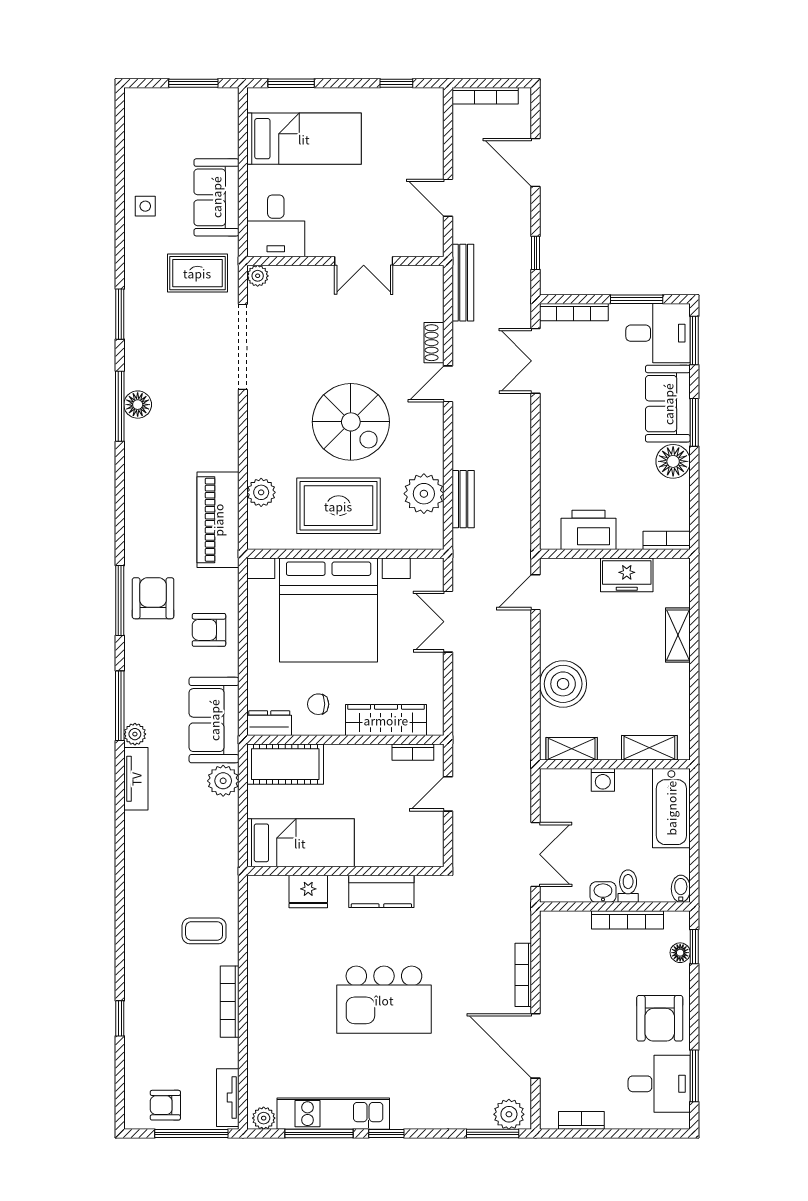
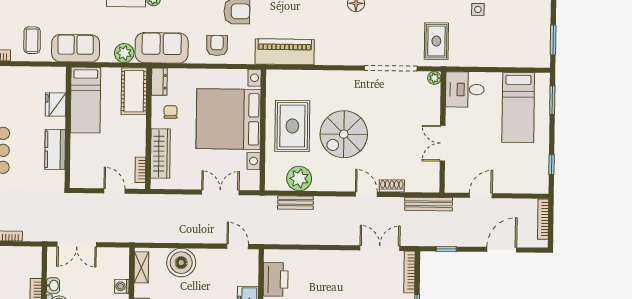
sofa: (216, 197) -> (76, 48), moved
plant: (261, 492) -> (301, 79), removed

